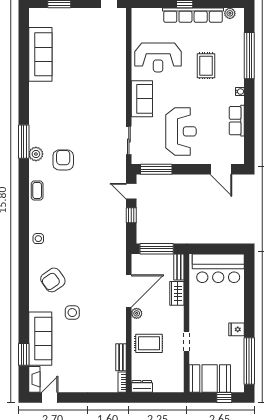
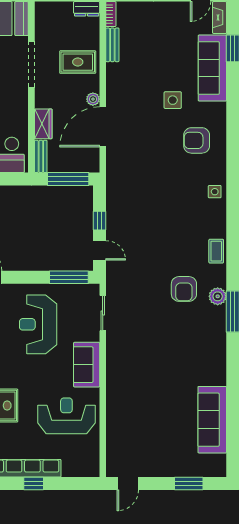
armchair: (53, 280) -> (197, 140), turned -145
doorway: (186, 341) -> (31, 64), width x1.88

